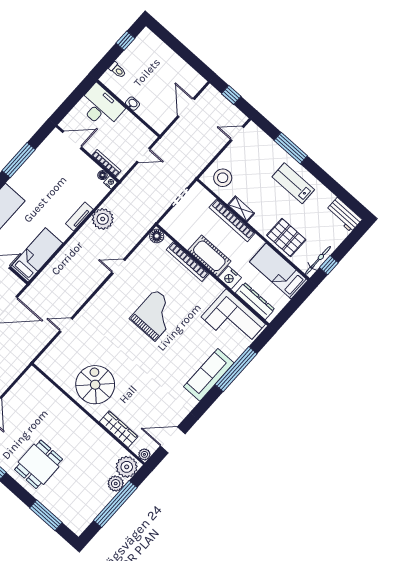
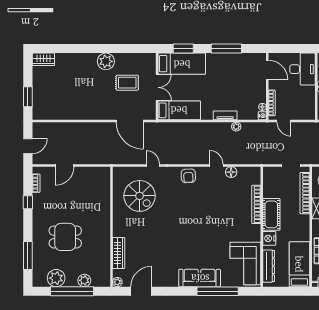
door: (143, 155) -> (284, 121), moved
plant: (103, 219) -> (236, 127), width x0.53, depth x0.53
bookcase: (232, 220) -> (305, 193), moved
floor lamp: (157, 236) -> (231, 172), moved
armchair: (105, 301) -> (188, 176), added
grand piano: (155, 315) -> (207, 214), removed
spiral stairs: (95, 385) -> (140, 196), moved, turned 90
door: (173, 440) -> (141, 291), hinge flipped
dining table: (39, 464) -> (65, 237), moved
plant: (127, 467) -> (56, 278), moved

